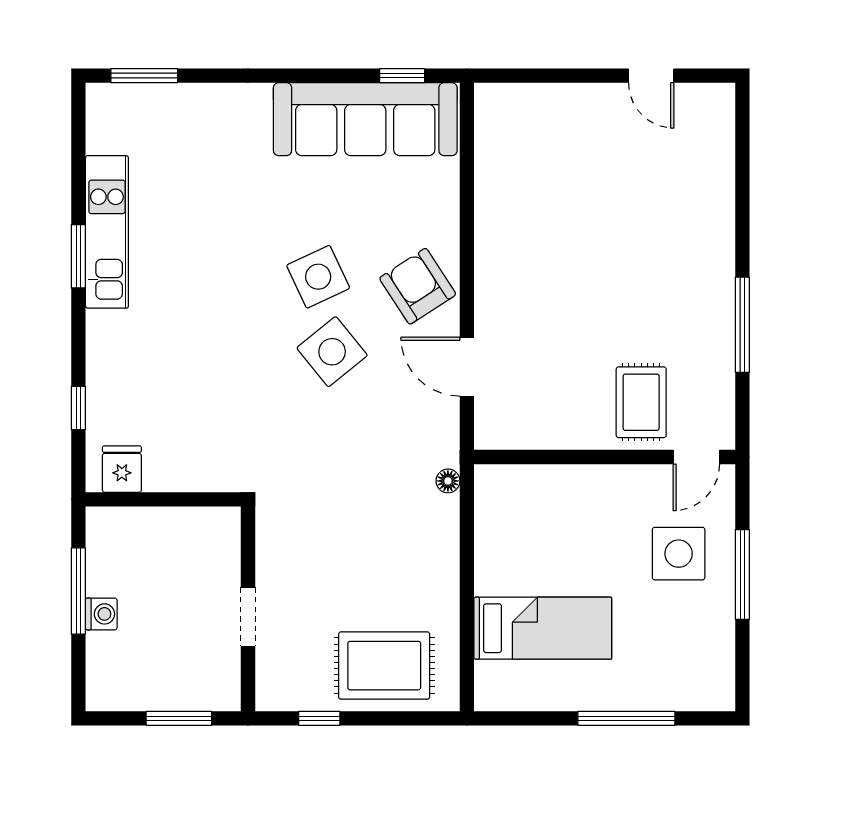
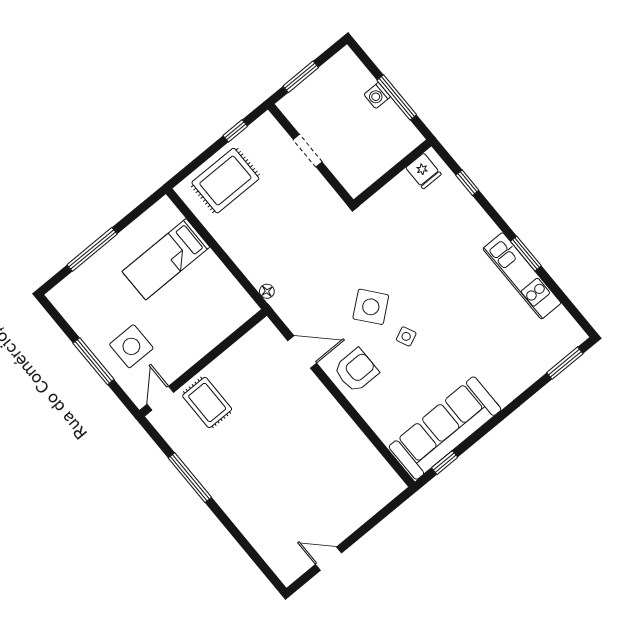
side table: (318, 277) -> (406, 336), width x0.54, depth x0.54
armchair: (418, 286) -> (356, 370), turned -57

